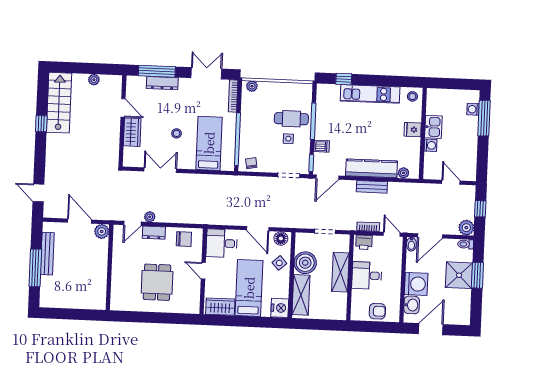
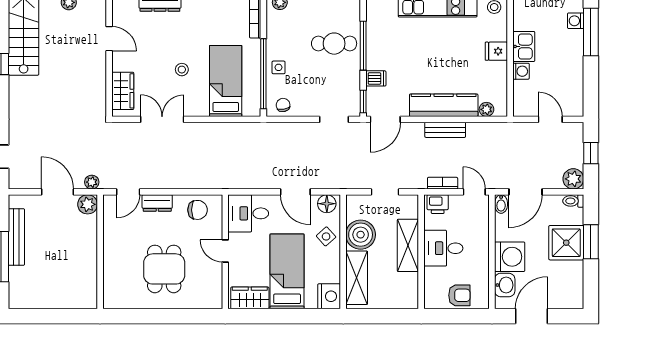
wardrobe: (132, 132) -> (123, 91), moved
side table: (288, 139) -> (279, 67), moved
plant: (150, 217) -> (92, 182), moved

